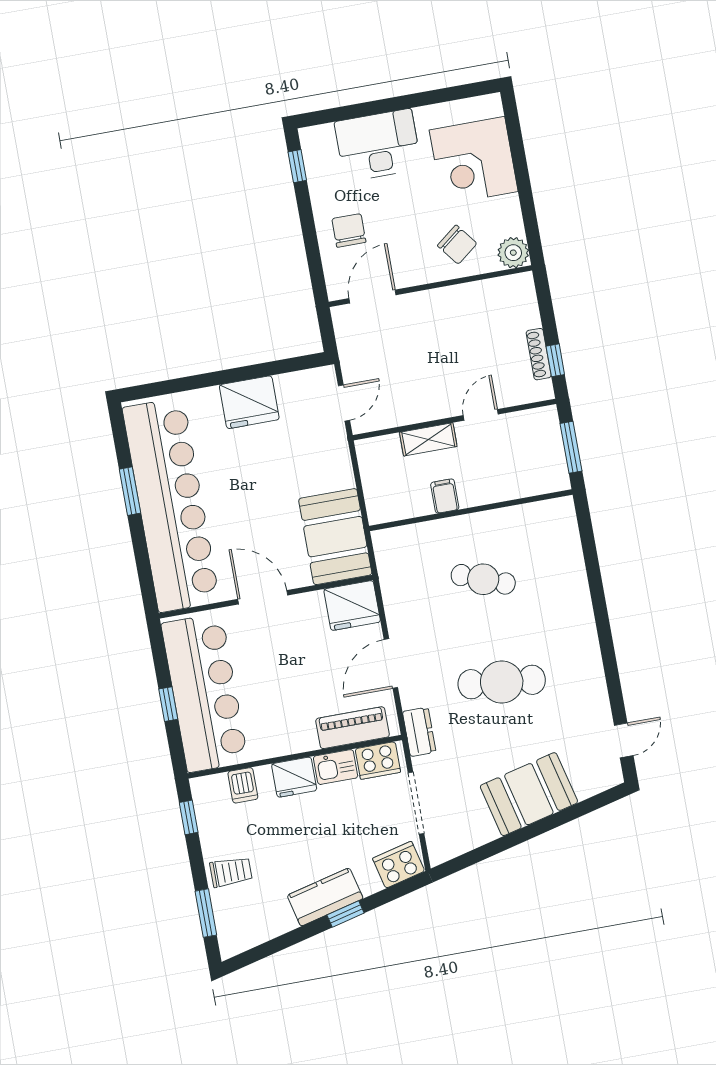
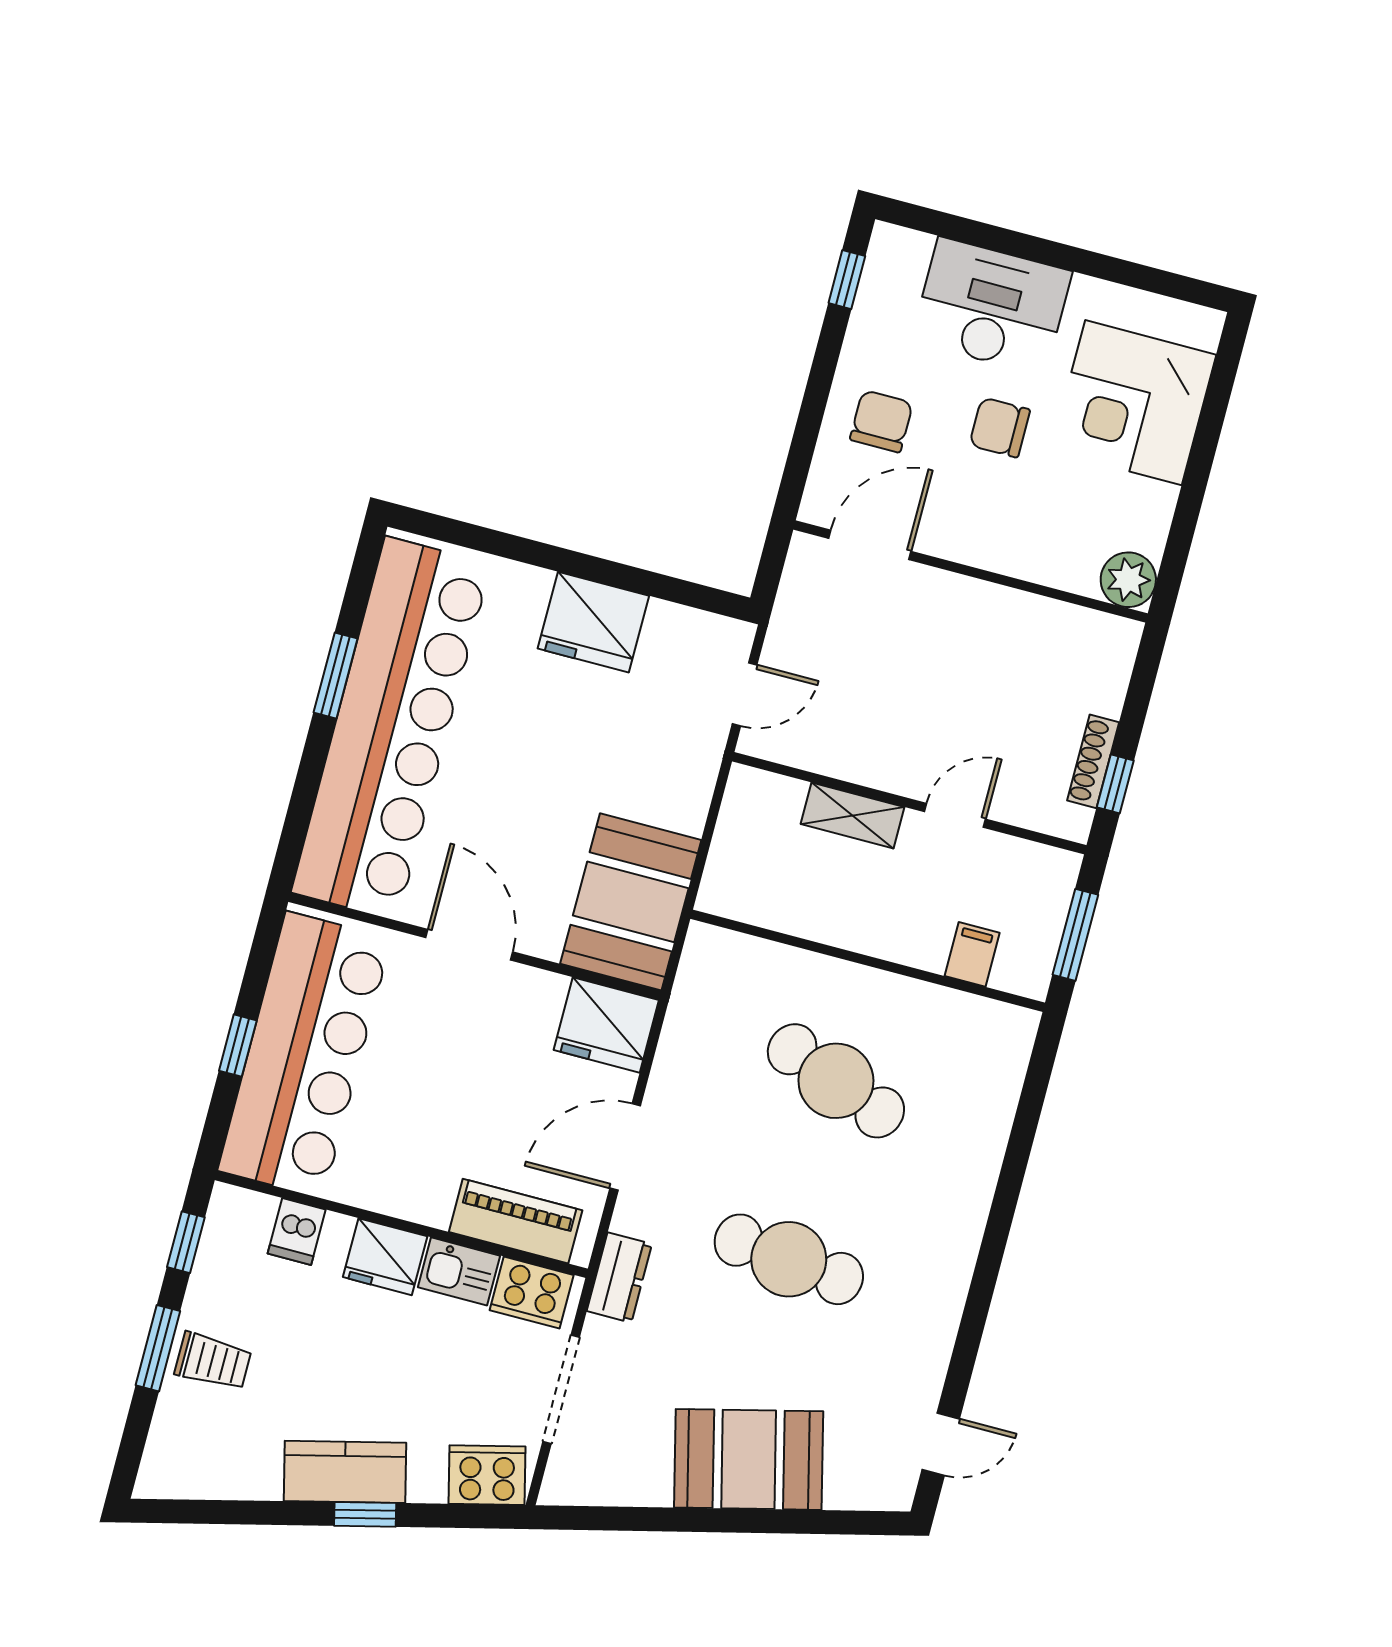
chair: (457, 245) -> (1000, 427), moved, turned 128
filing cabinet: (445, 496) -> (972, 954), moved
cafe table: (483, 579) -> (836, 1081), width x1.37, depth x1.35
window: (206, 913) -> (158, 1348), moved

